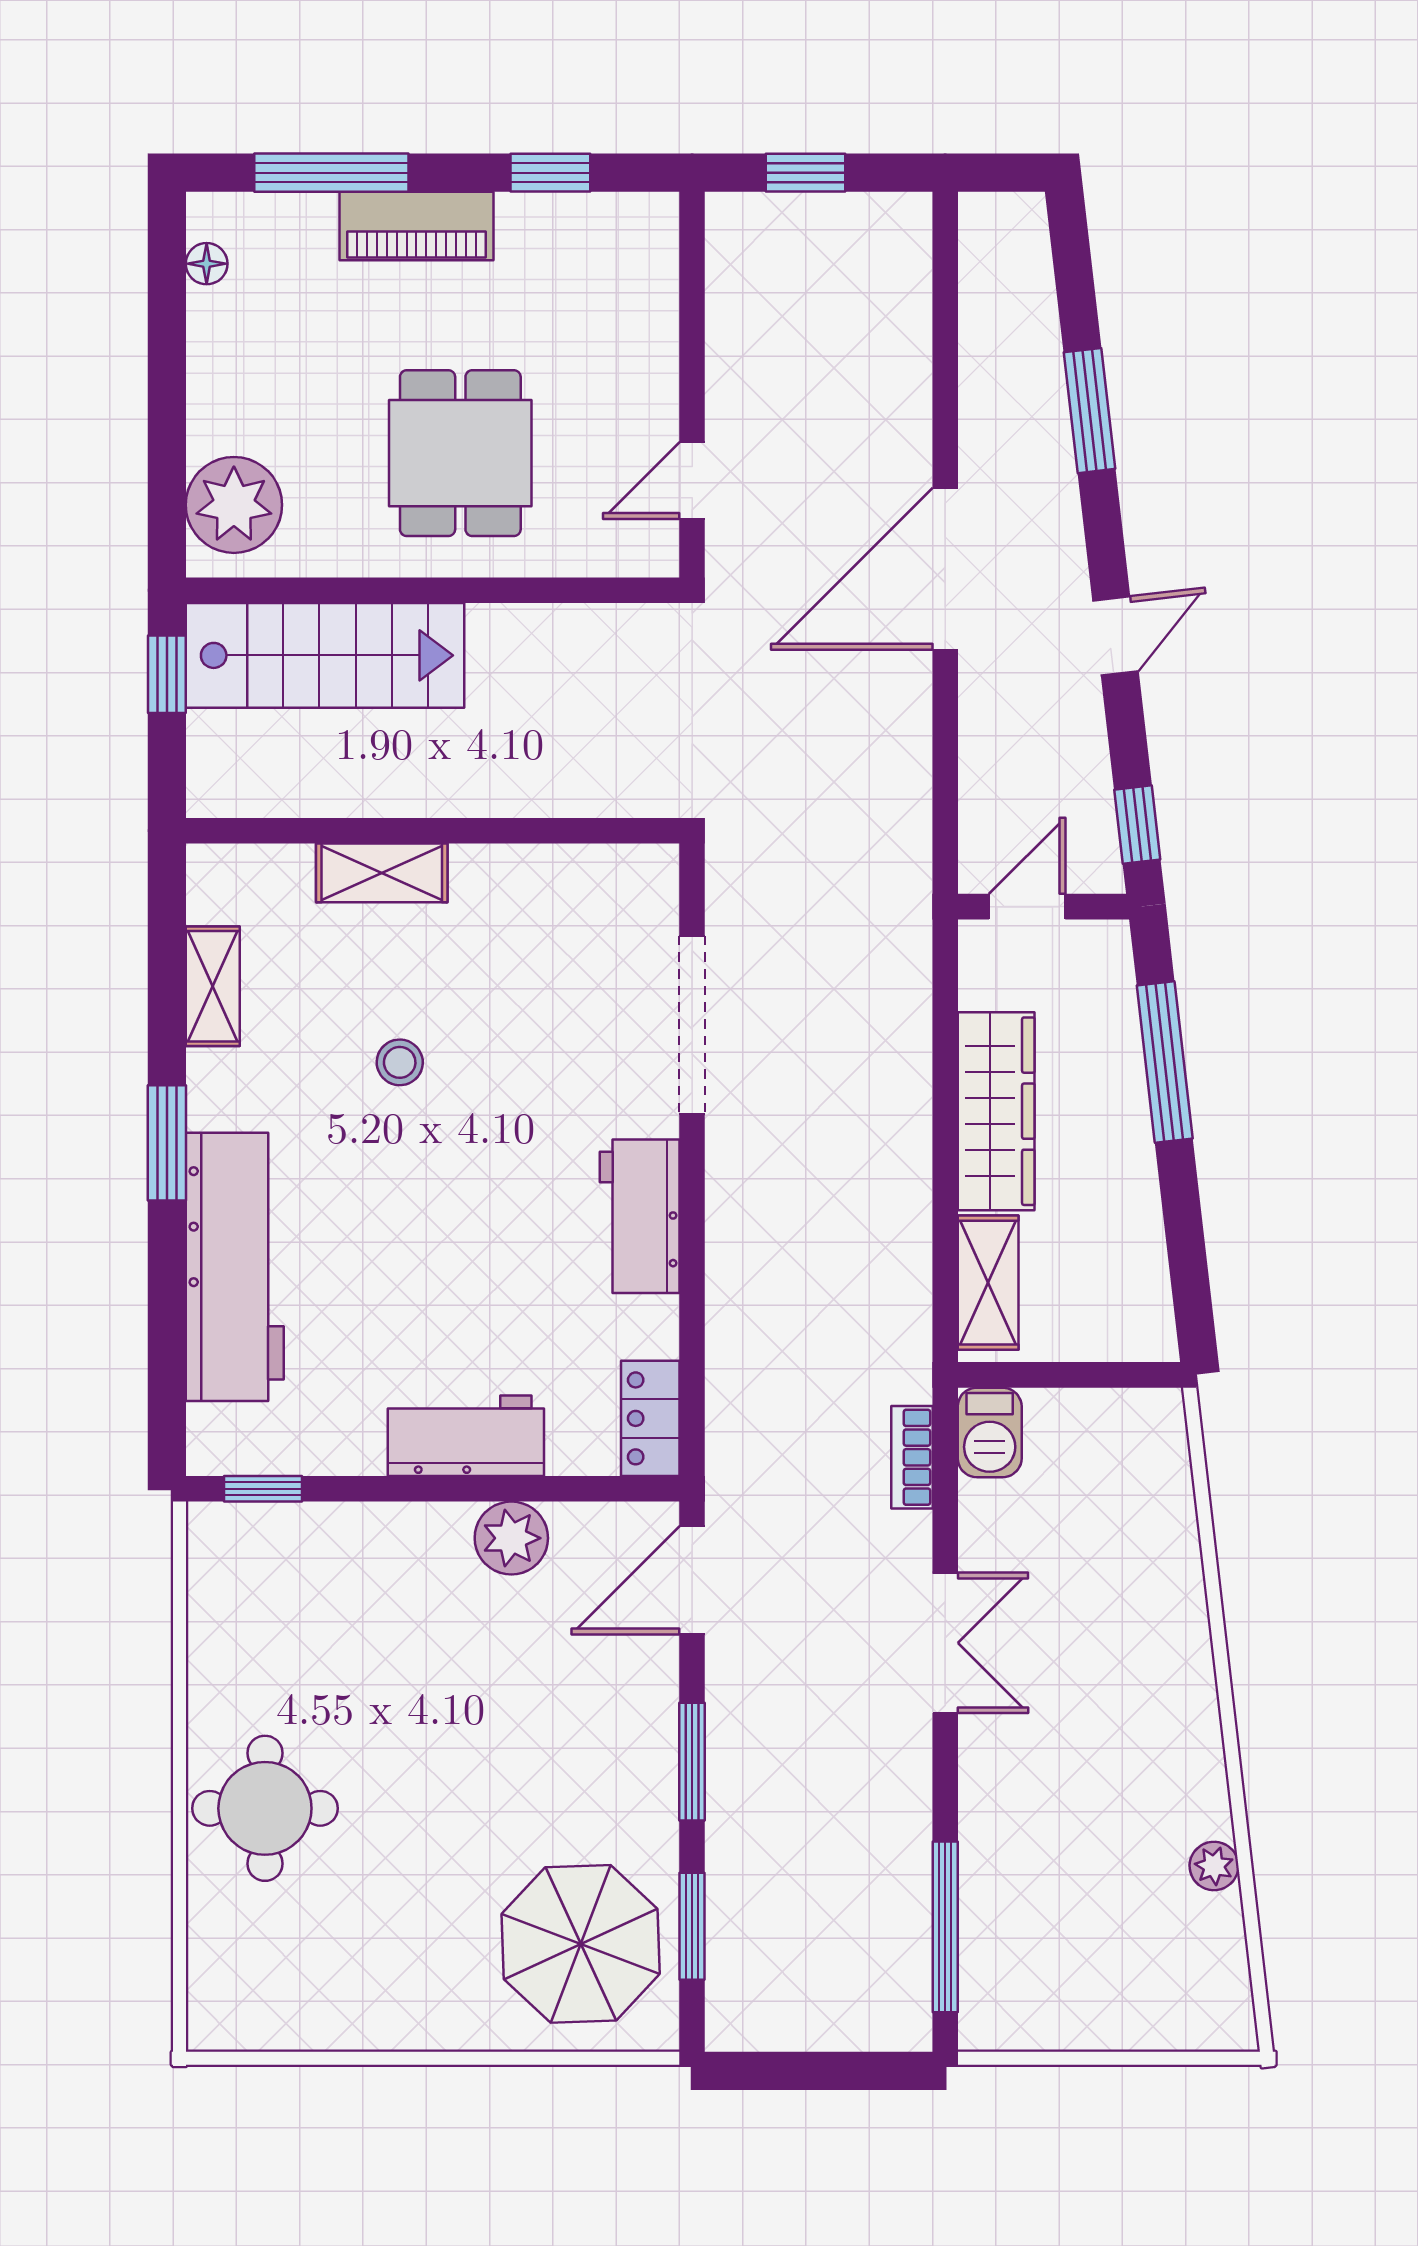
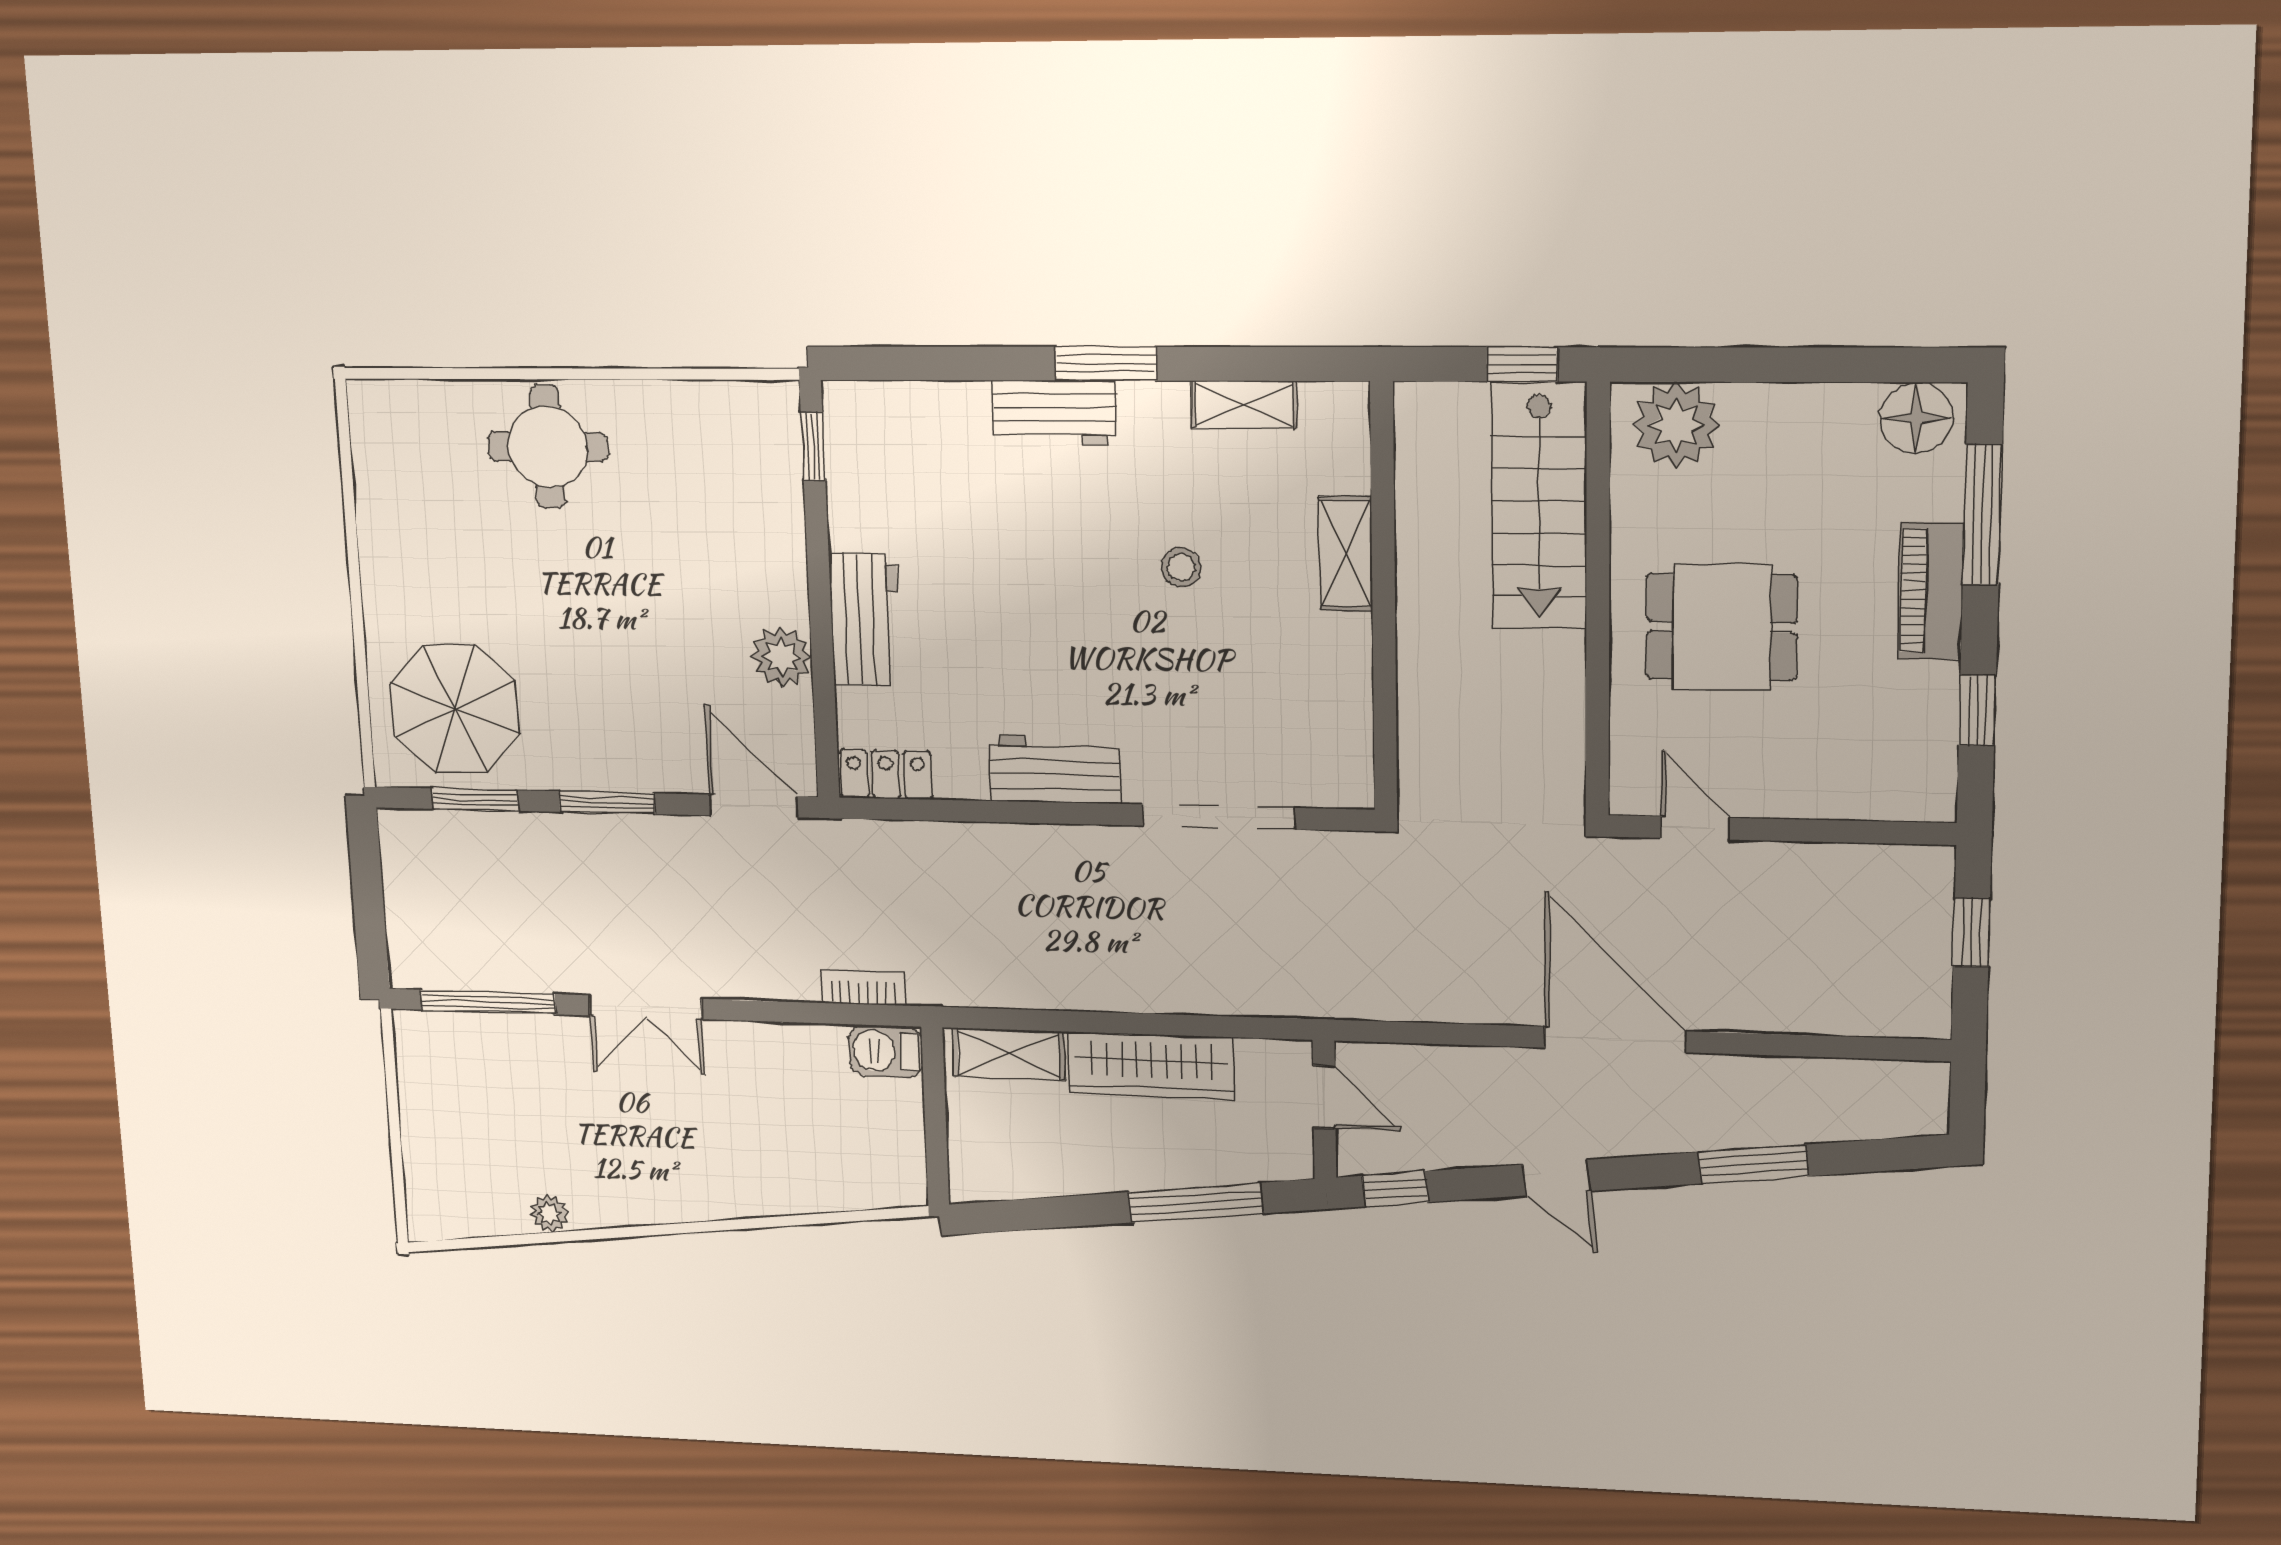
floor lamp: (207, 264) -> (1916, 418), width x1.89, depth x1.89
workbench: (235, 1267) -> (1054, 413), width x0.53, depth x0.76
double door: (945, 1643) -> (645, 1007), moved

